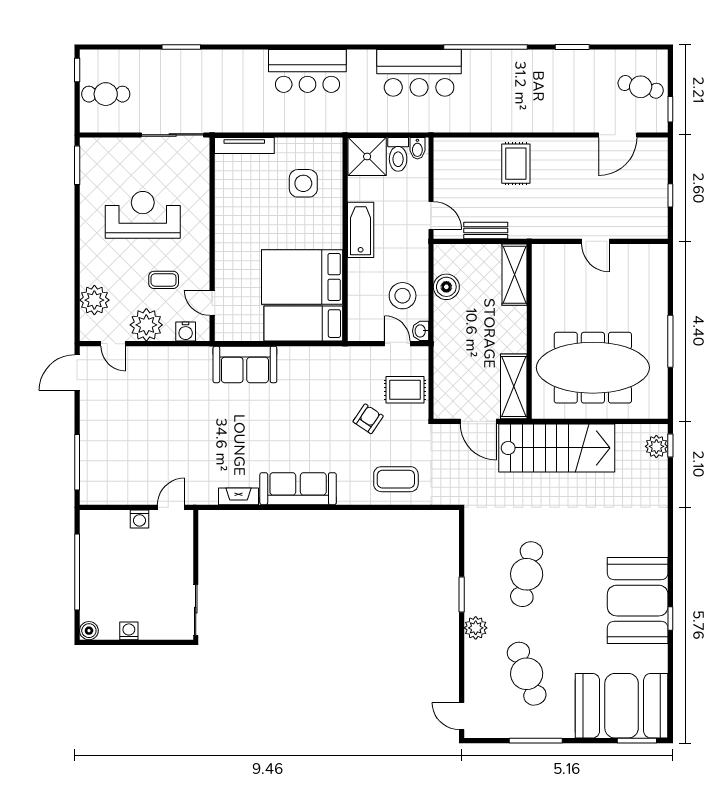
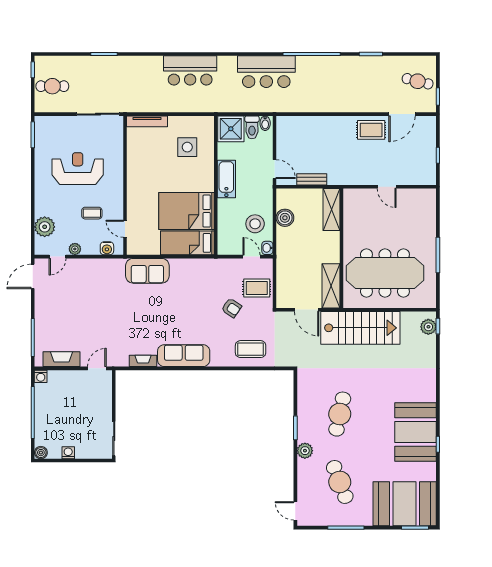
rug: (516, 164) -> (371, 130), moved, turned 90
plant: (146, 325) -> (75, 249), width x0.53, depth x0.53
door: (113, 344) -> (57, 257), hinge flipped
armchair: (368, 419) -> (231, 308), turned 90
fireplace: (119, 494) -> (62, 359), added
washing machine: (139, 519) -> (41, 376), moved

